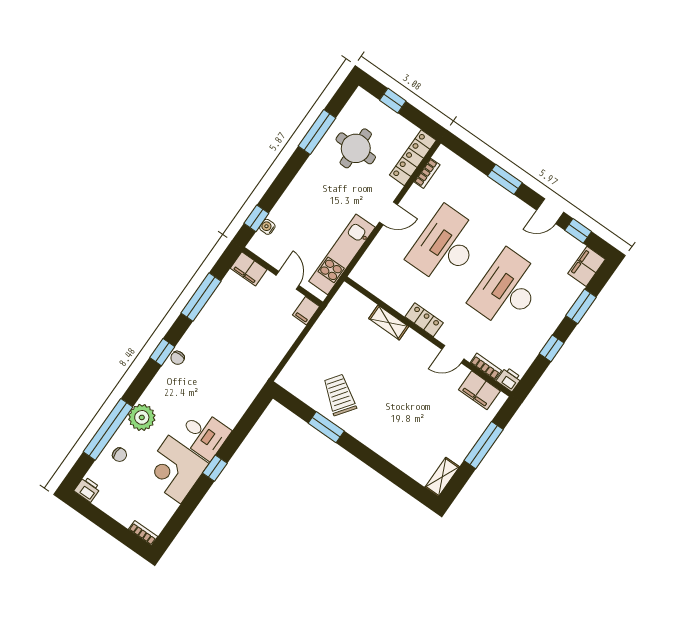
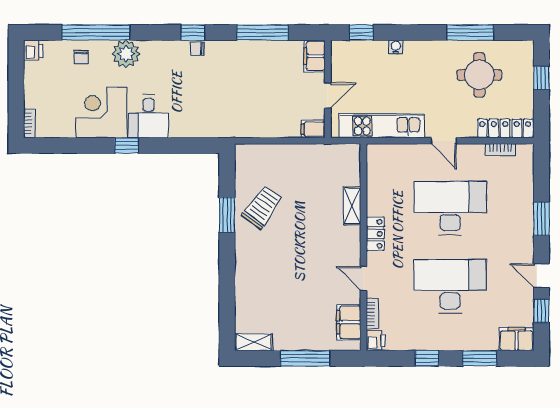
water cooler: (267, 227) -> (396, 47), moved

